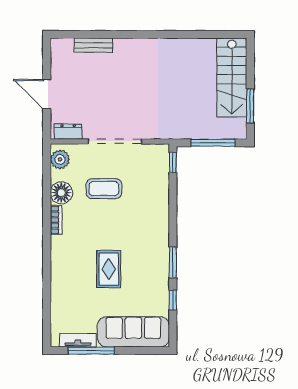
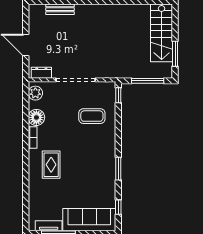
coffee table: (104, 189) -> (92, 116), moved
rug: (109, 269) -> (51, 165), moved
window: (173, 300) -> (118, 207), moved

